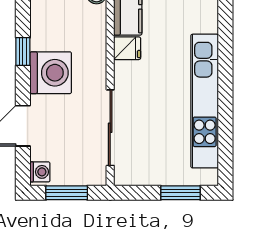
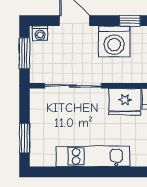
fridge: (127, 48) -> (125, 102), width x1.88, depth x1.34
kitchen unit: (205, 101) -> (93, 156), width x0.73

